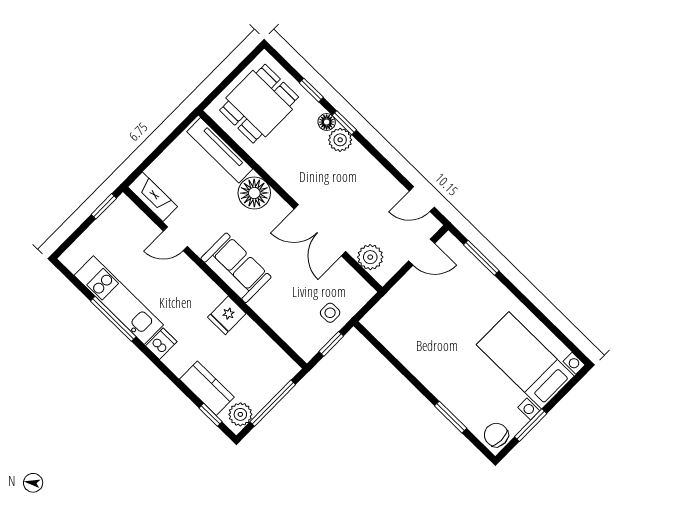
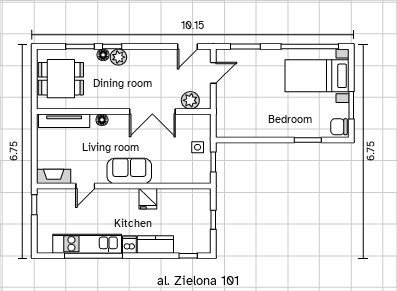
window: (311, 90) -> (80, 47), width x1.50
dining table: (259, 104) -> (61, 79), turned 90
floor lamp: (254, 193) -> (102, 120), width x0.53, depth x0.53
window: (113, 319) -> (94, 256), width x1.46
window: (547, 323) -> (310, 47), added
kitchen counter: (207, 388) -> (155, 244), moved
window: (273, 403) -> (213, 220), width x0.46
plant: (240, 414) -> (203, 241), removed

